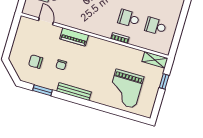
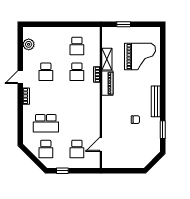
piano: (74, 37) -> (107, 83), moved
shelving: (155, 60) -> (107, 59), moved
chair: (36, 62) -> (139, 143), removed

